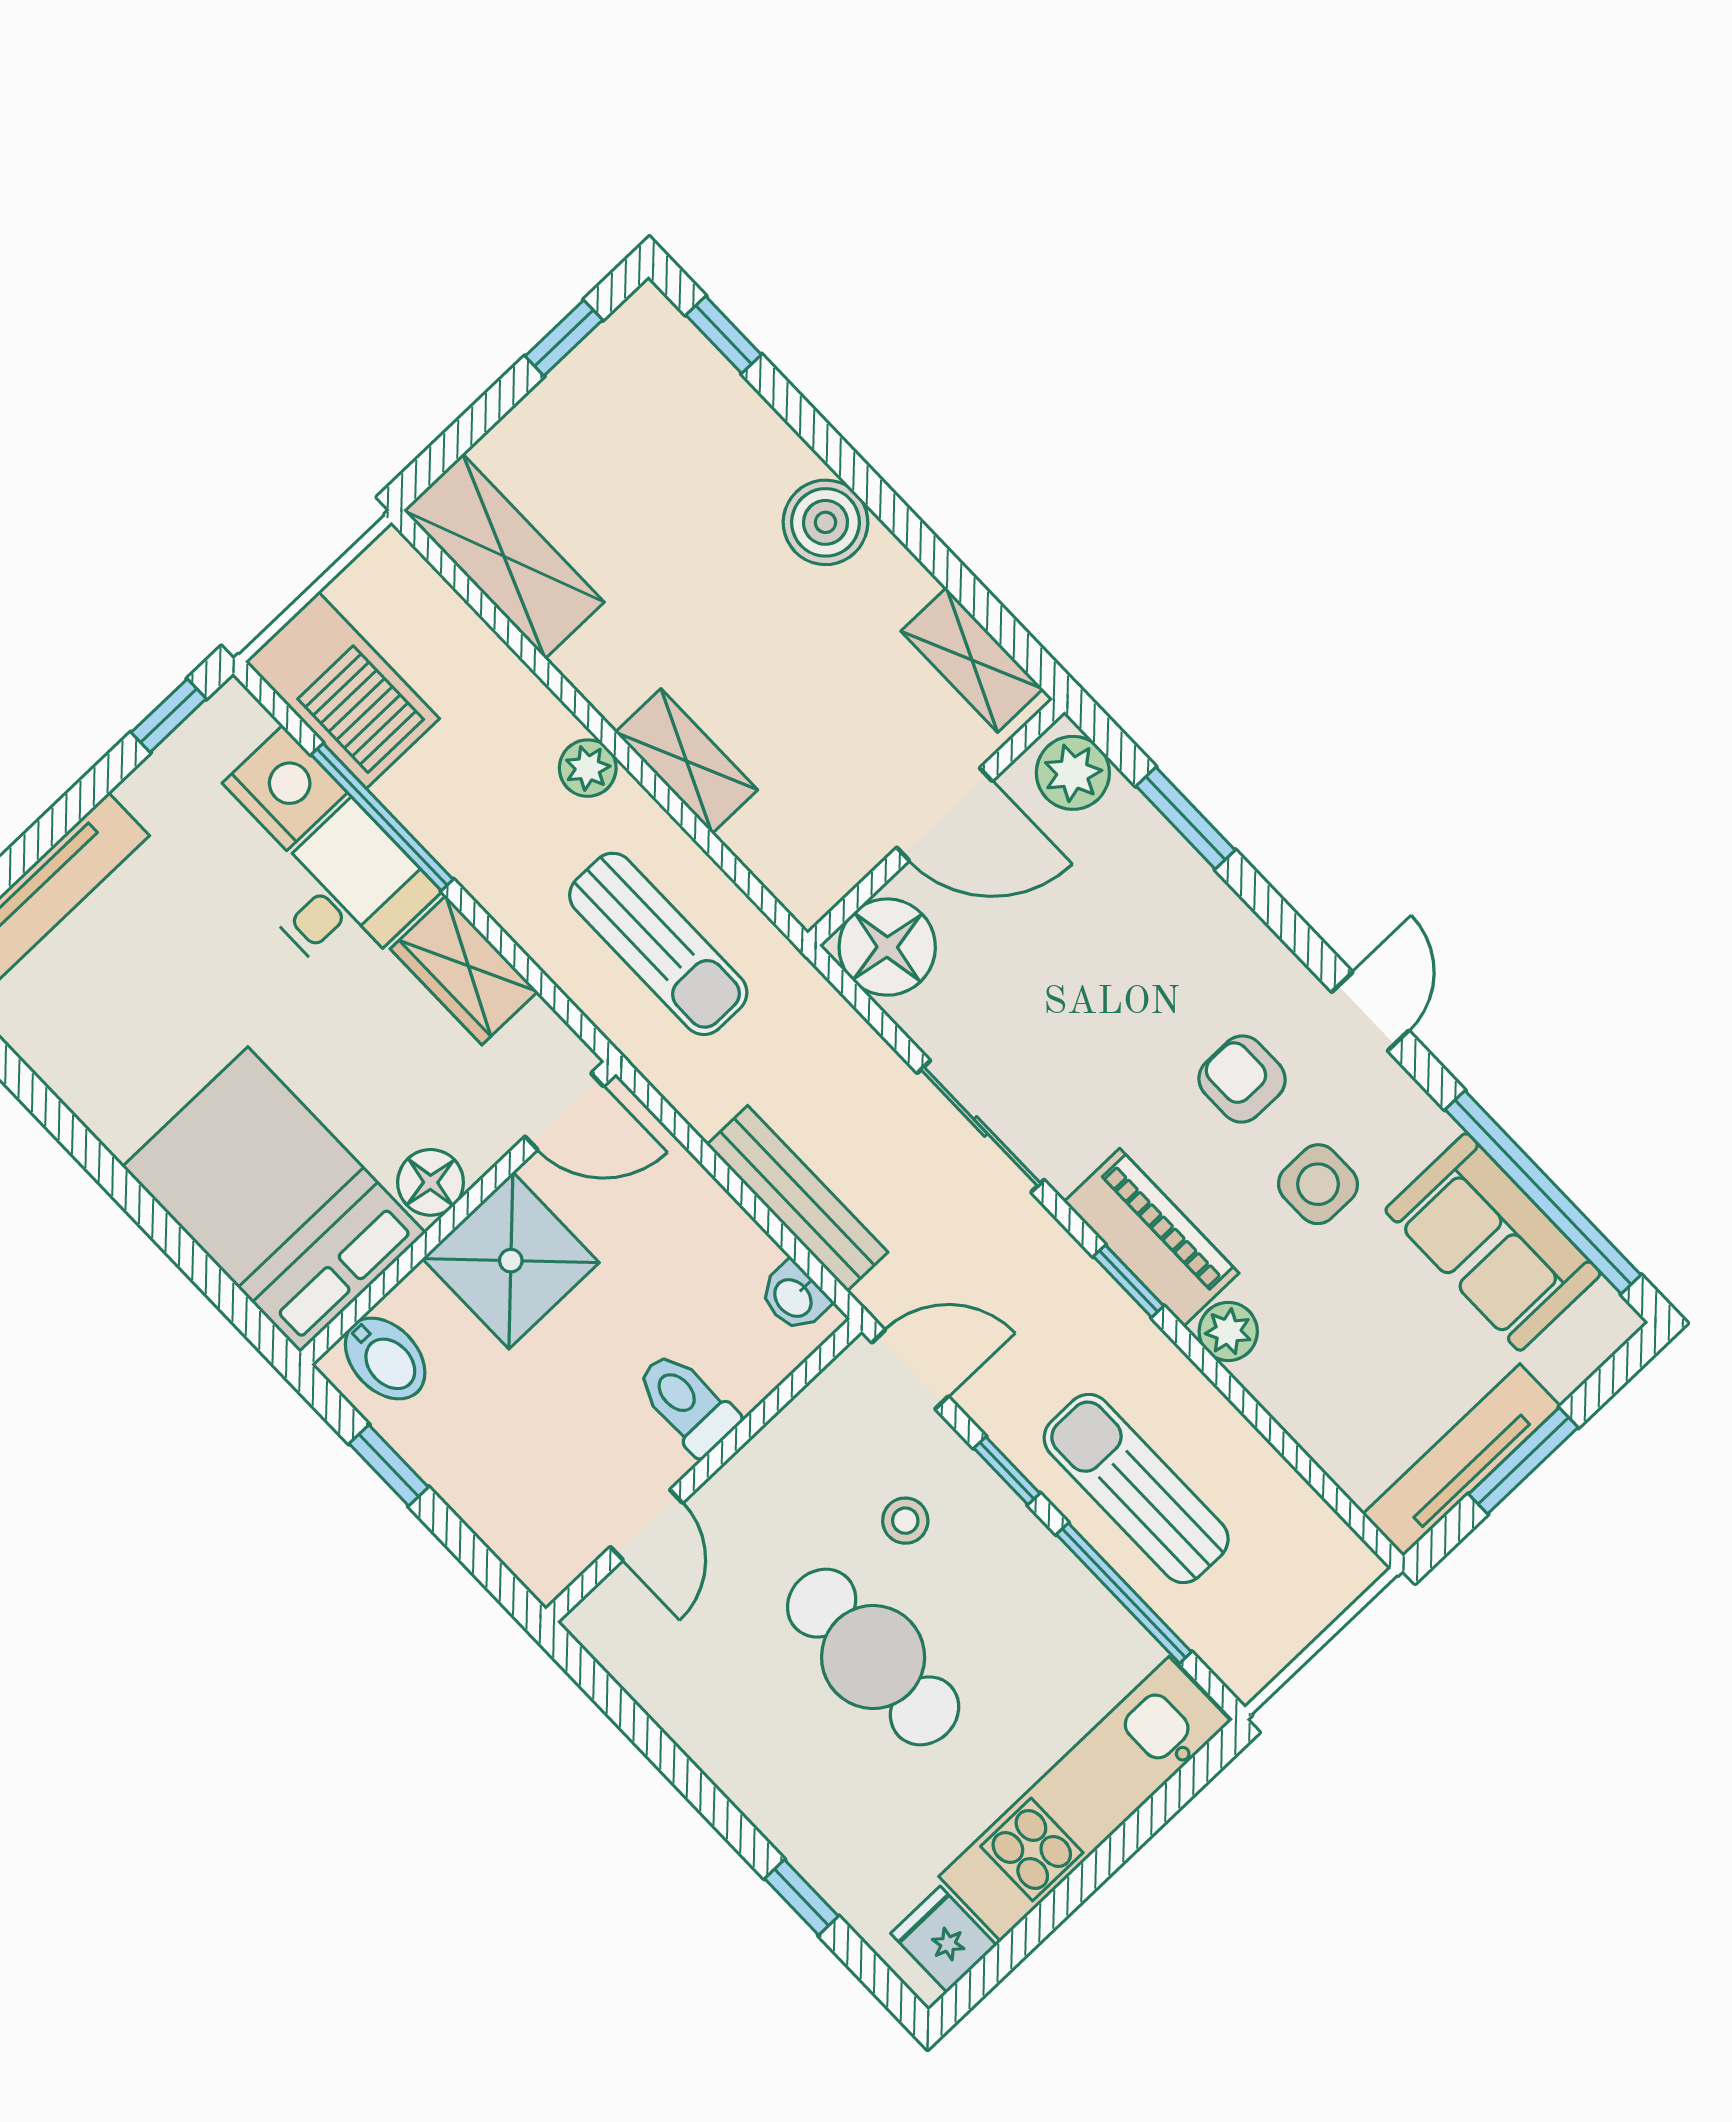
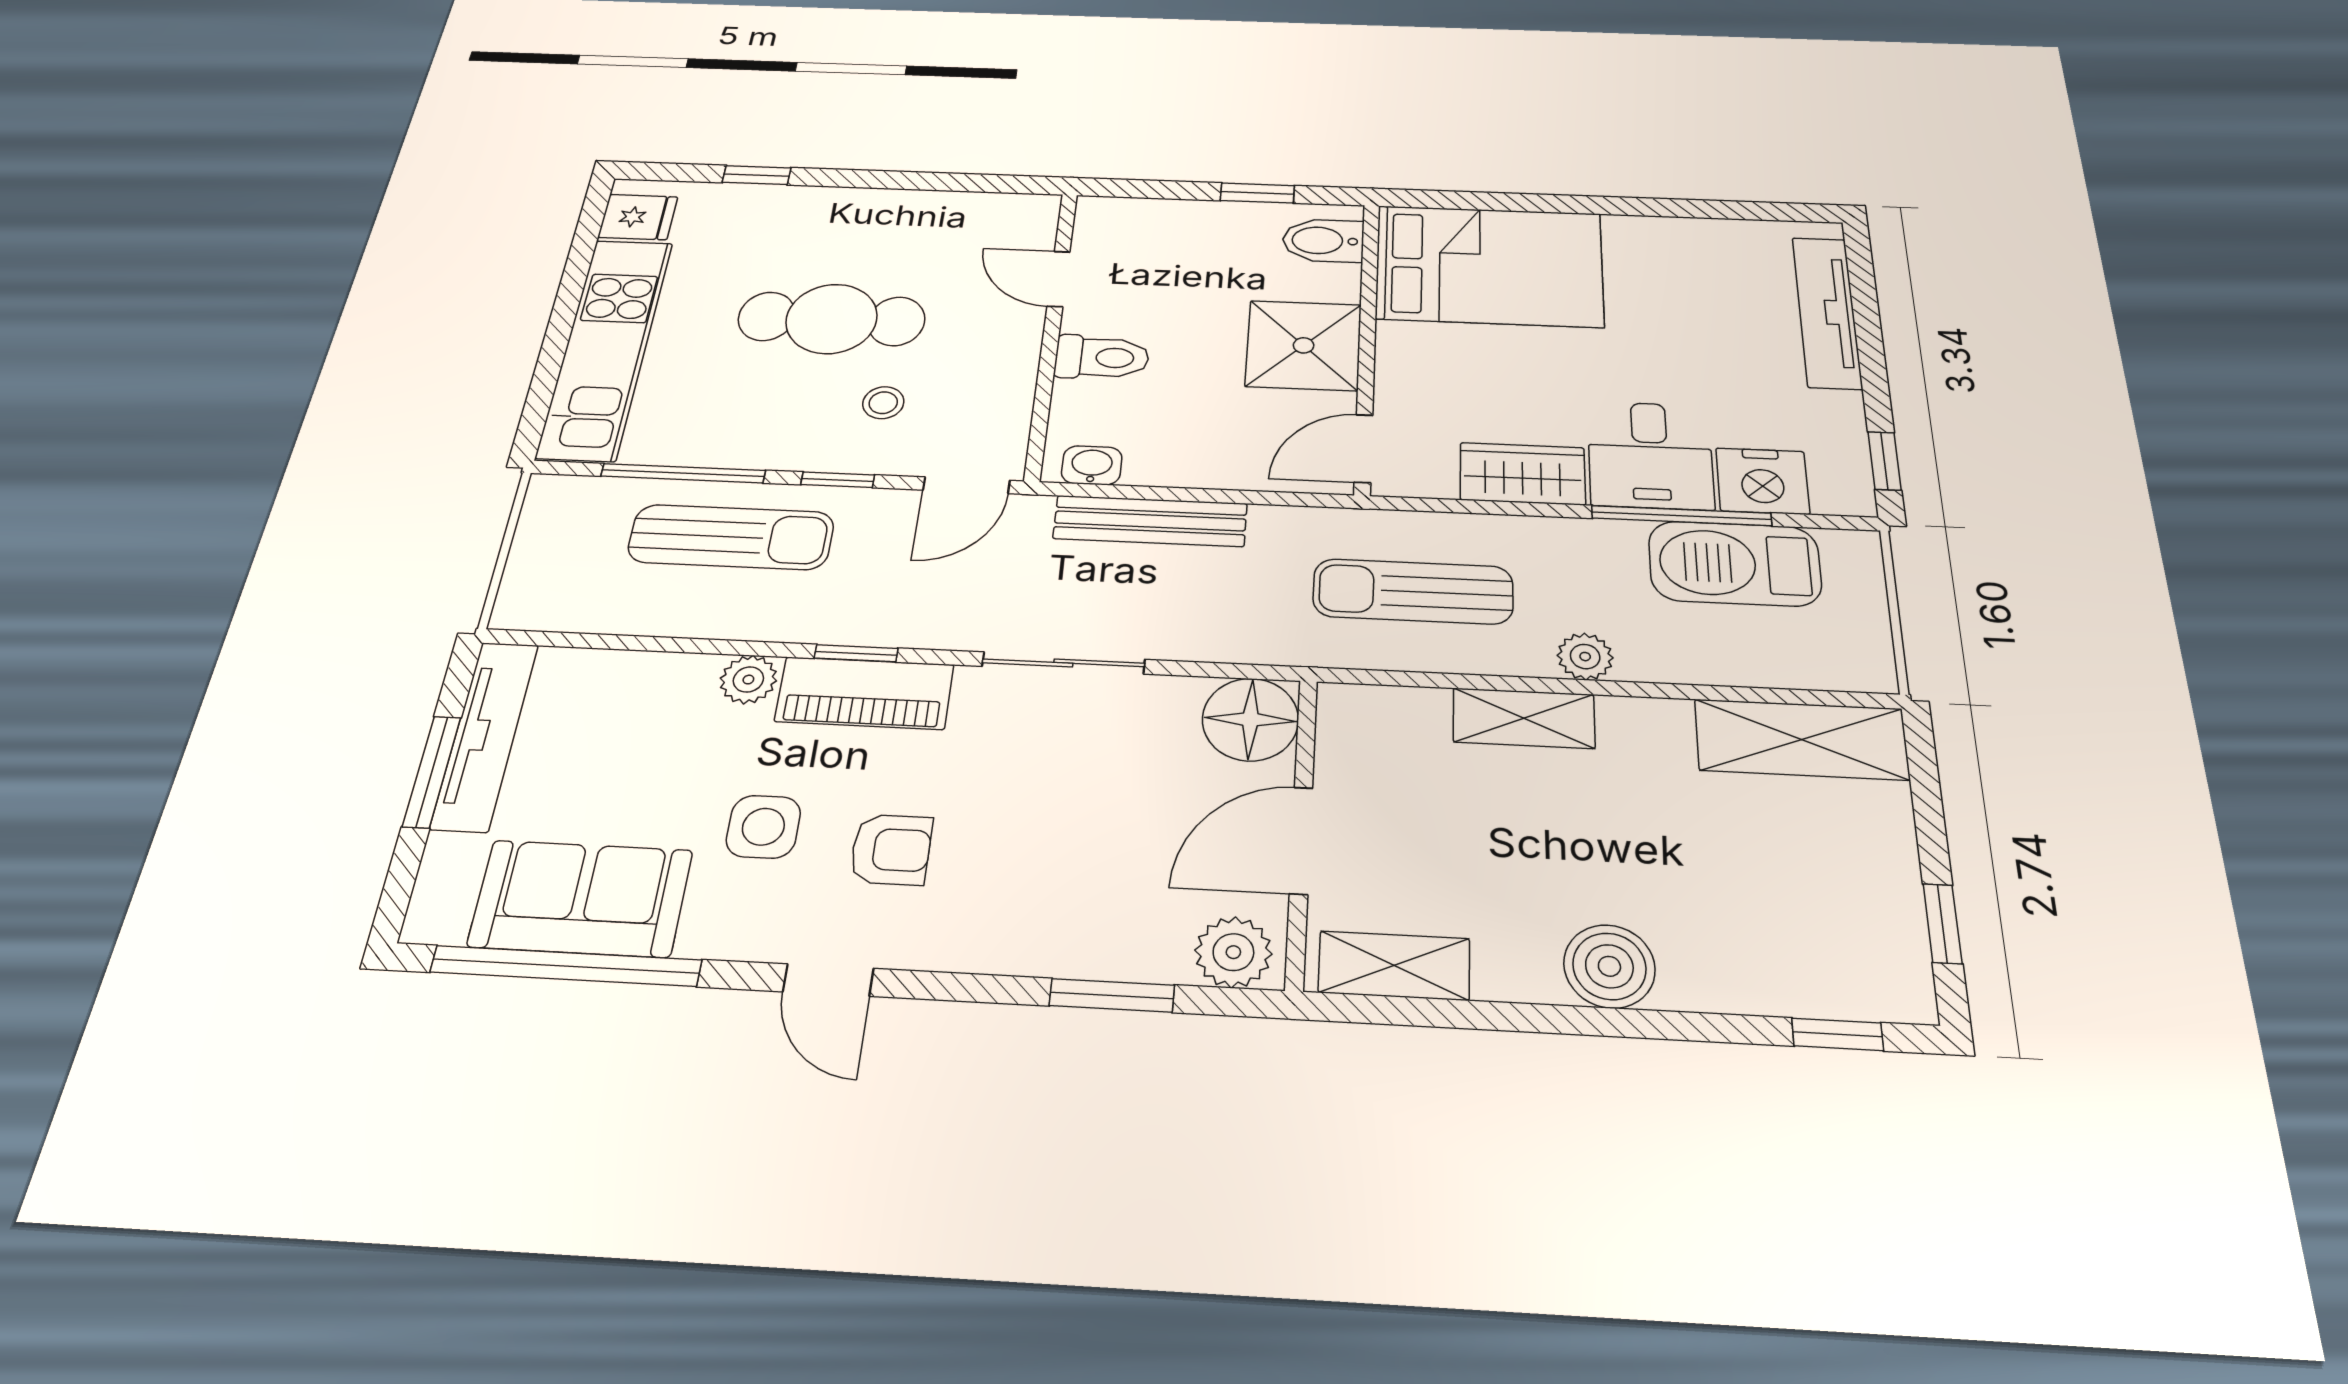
barbecue: (342, 690) -> (1735, 564), moved
floor lamp: (431, 1182) -> (1404, 347), removed

